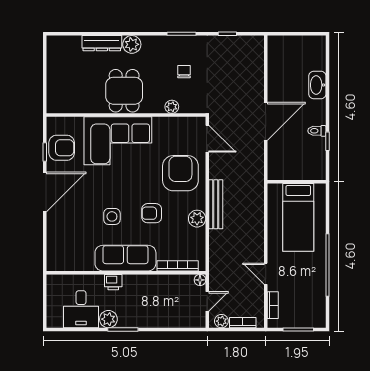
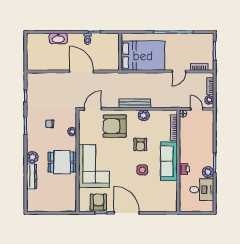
bed: (298, 217) -> (143, 56), width x1.50

